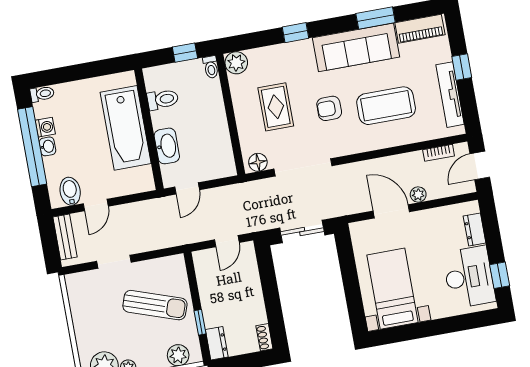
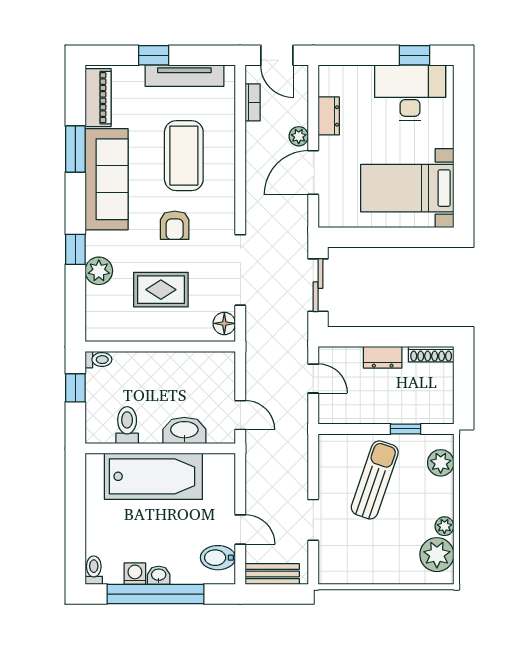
plant: (236, 63) -> (99, 271), moved
dresser: (475, 230) -> (329, 116), moved, turned -90
shoe rack: (264, 337) -> (431, 354), width x1.43
dresser: (217, 343) -> (383, 357), moved, turned 180

